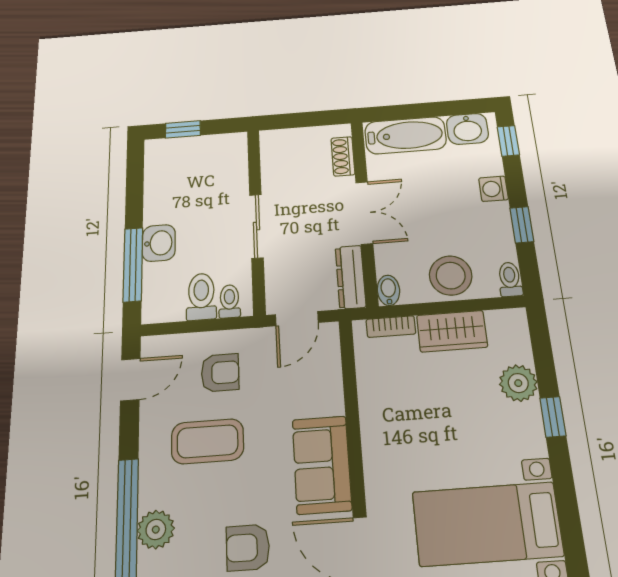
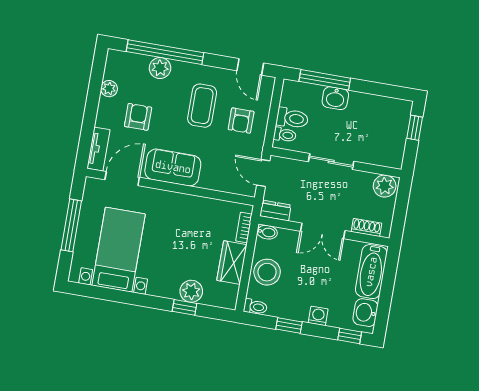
plant: (276, 147) -> (385, 186), added
dresser: (351, 277) -> (275, 210), width x0.70
window: (553, 417) -> (185, 307), moved

